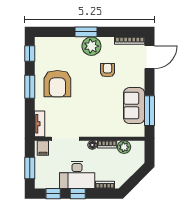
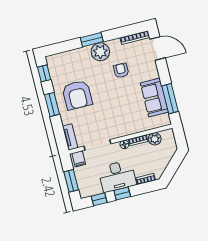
door: (150, 57) -> (157, 48), hinge flipped

